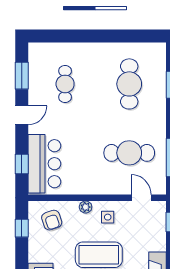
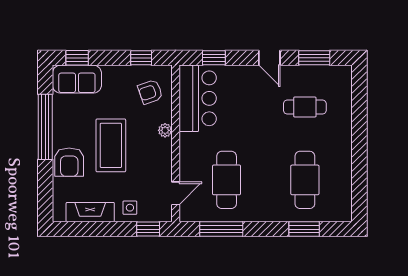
cafe table: (129, 84) -> (305, 180), turned 90
bar counter: (44, 164) -> (198, 98), moved, turned -90
side table: (108, 217) -> (130, 208), moved

